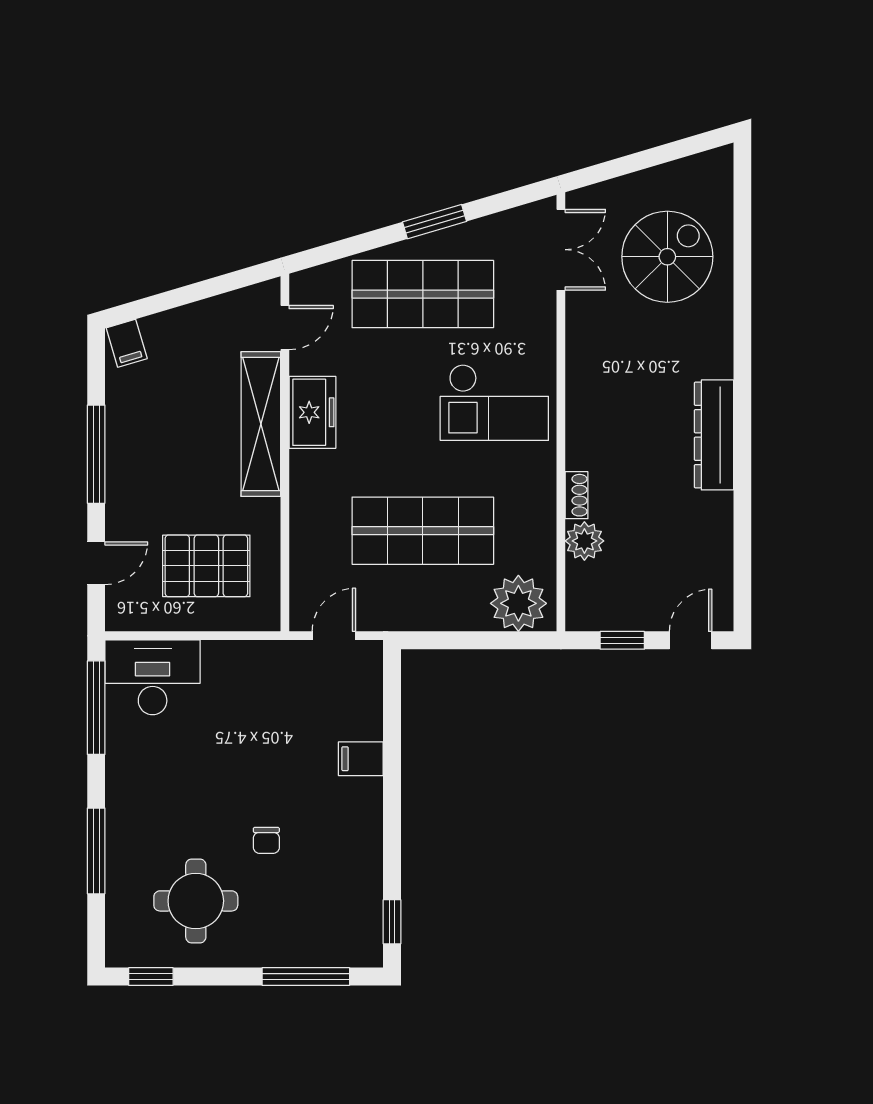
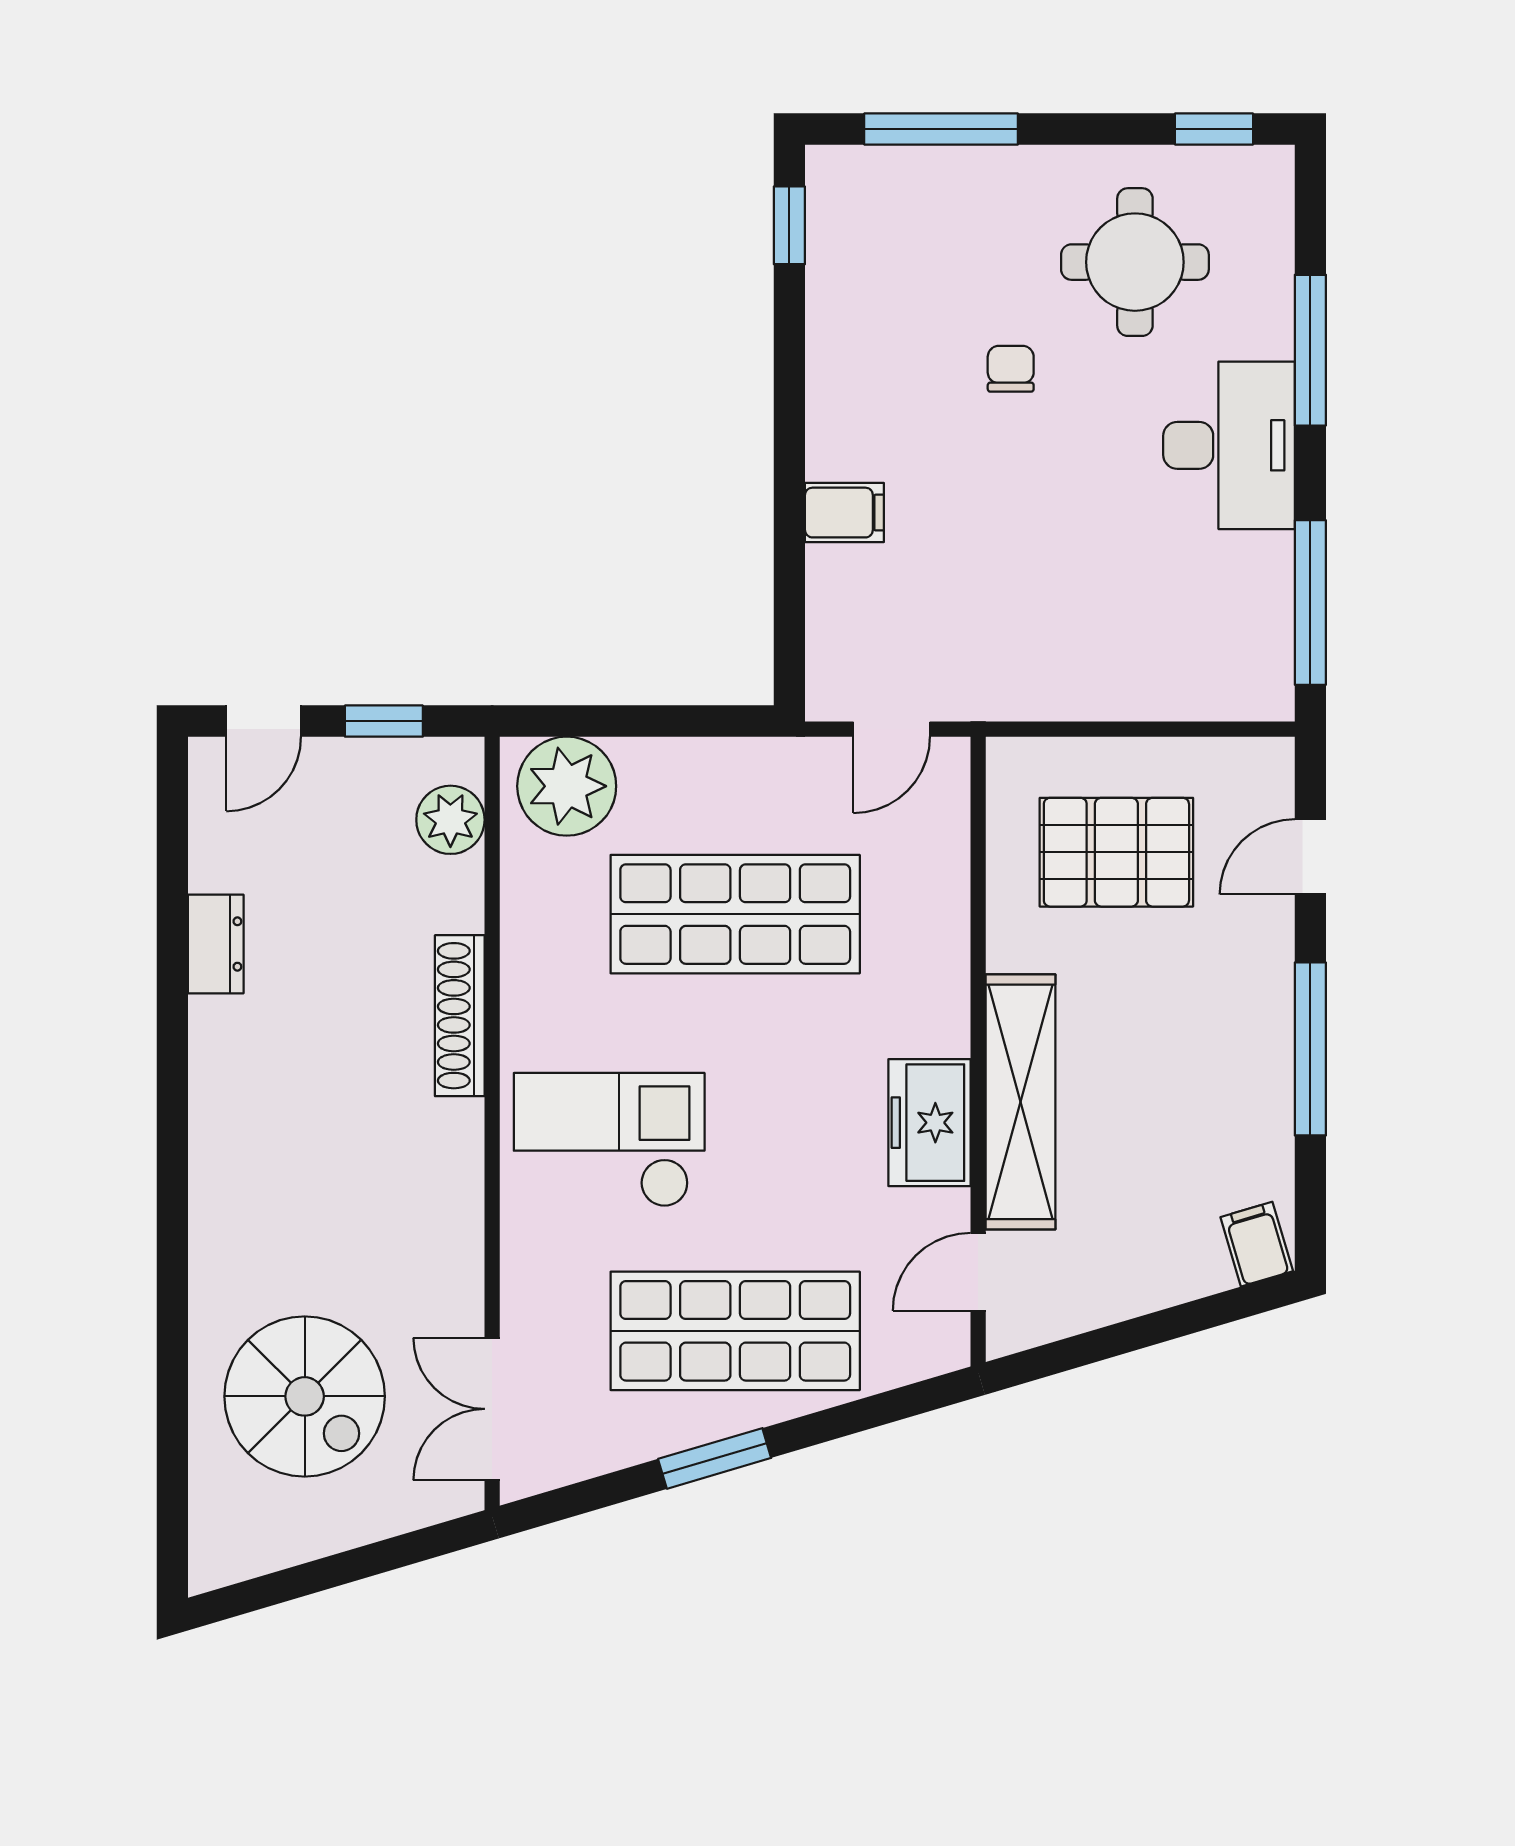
spiral stairs: (667, 257) -> (305, 1396), turned -90
dresser: (714, 435) -> (216, 944), moved, width x0.51, depth x0.80
shoe rack: (577, 495) -> (460, 1016), width x1.94, depth x1.24
plant: (584, 541) -> (450, 820), moved
desk: (153, 677) -> (1229, 445), moved, turned -90

